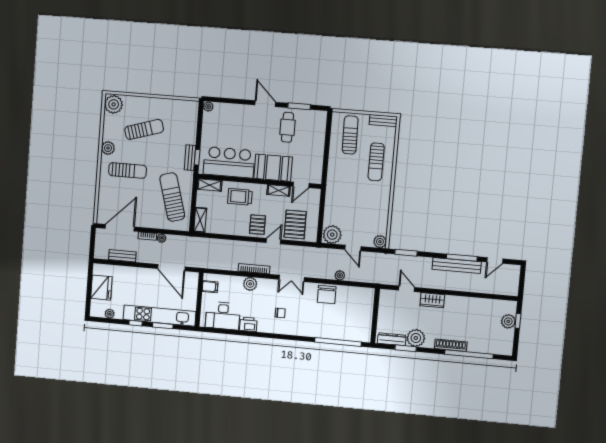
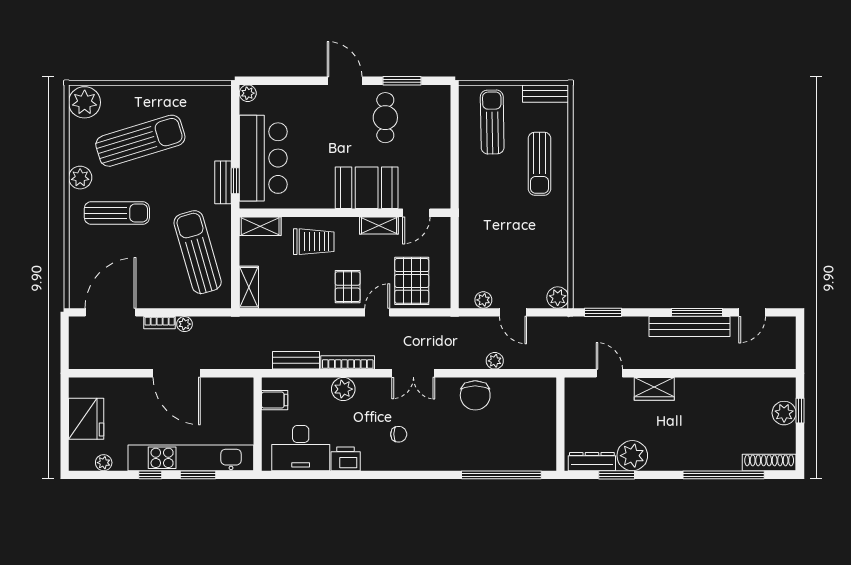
sun lounger: (144, 129) -> (140, 141), width x1.36, depth x1.34
bar counter: (229, 162) -> (263, 158), moved, turned 90
trolley: (240, 197) -> (314, 242), turned 180
plant: (332, 235) -> (483, 300), width x0.53, depth x0.53
bench: (122, 256) -> (296, 360), moved
door: (171, 268) -> (177, 373), moved
shoe rack: (451, 345) -> (769, 463), moved

